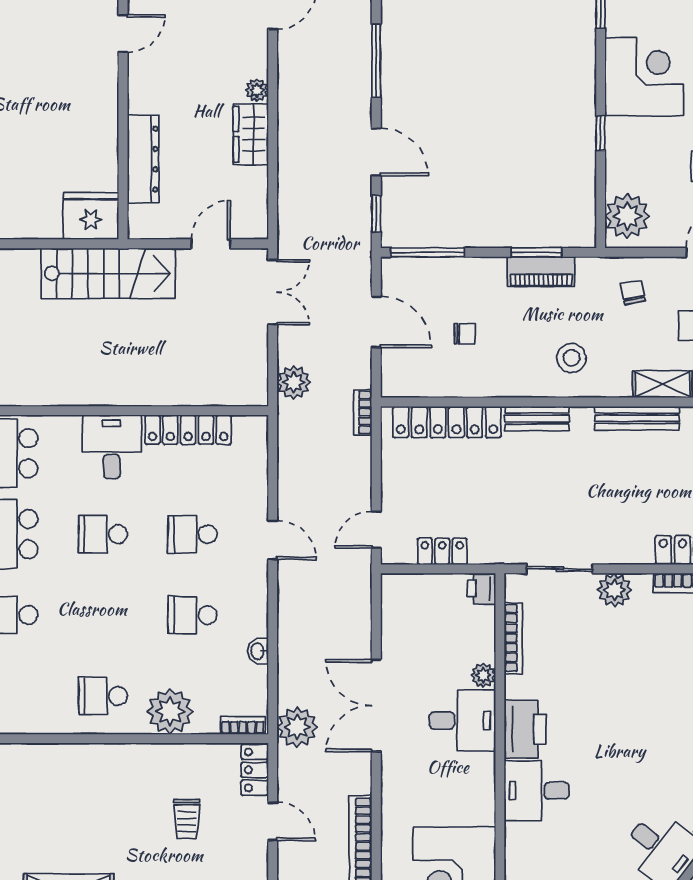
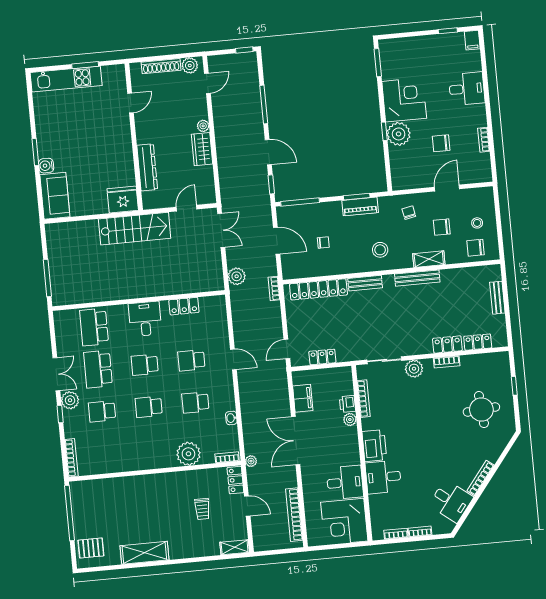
plant: (627, 216) -> (399, 134), moved
locker: (188, 430) -> (184, 306), width x0.66
printer: (482, 589) -> (347, 404), moved
filing cabinet: (397, 626) -> (303, 398), added
school desk: (103, 696) -> (149, 407), moved
desk: (462, 720) -> (345, 482), moved
plant: (297, 727) -> (251, 461), width x0.53, depth x0.53

